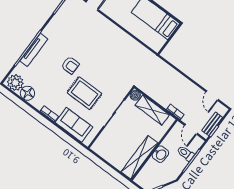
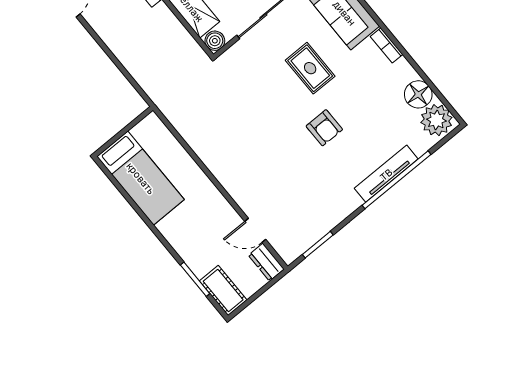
armchair: (70, 65) -> (324, 128), turned 180
rug: (84, 93) -> (310, 68), width x0.73, depth x0.70

